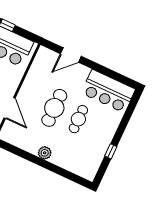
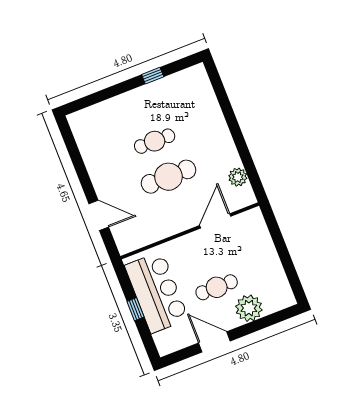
bar counter: (108, 91) -> (96, 141), removed
plant: (45, 153) -> (238, 177), moved

